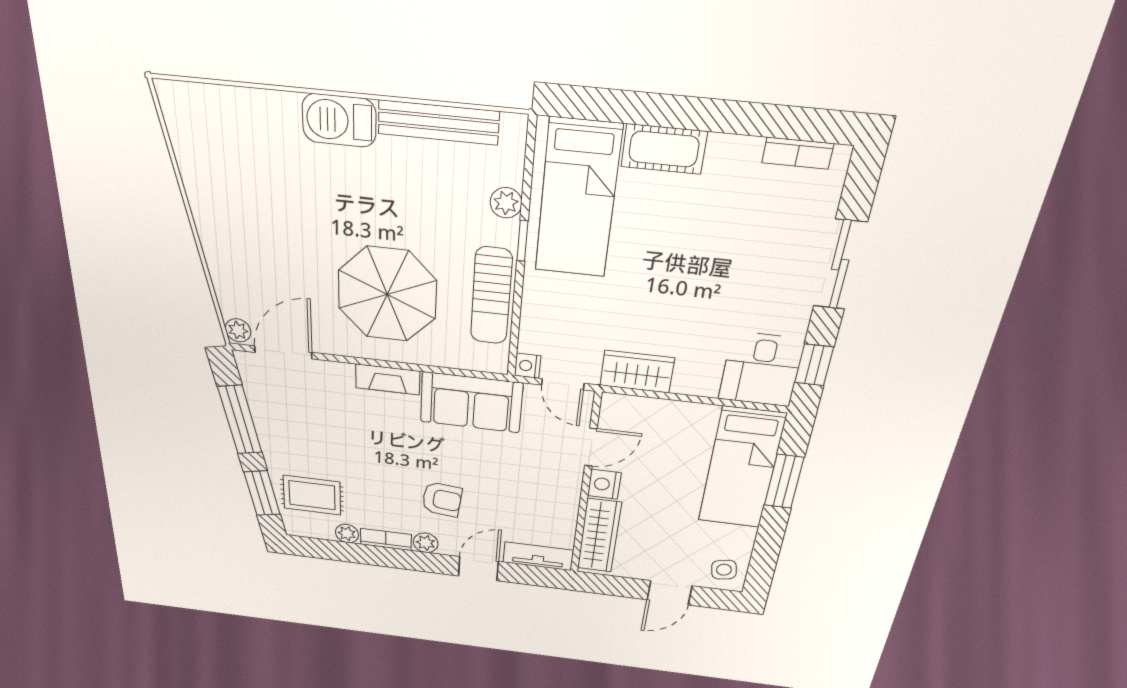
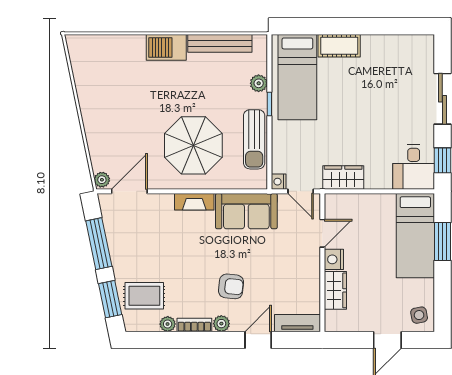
bookcase: (798, 153) -> (407, 41), removed
wardrobe: (599, 536) -> (335, 290), width x0.67

